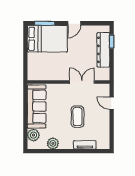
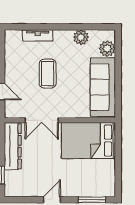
bed: (47, 39) -> (88, 141), moved
dresser: (103, 50) -> (13, 146), moved

